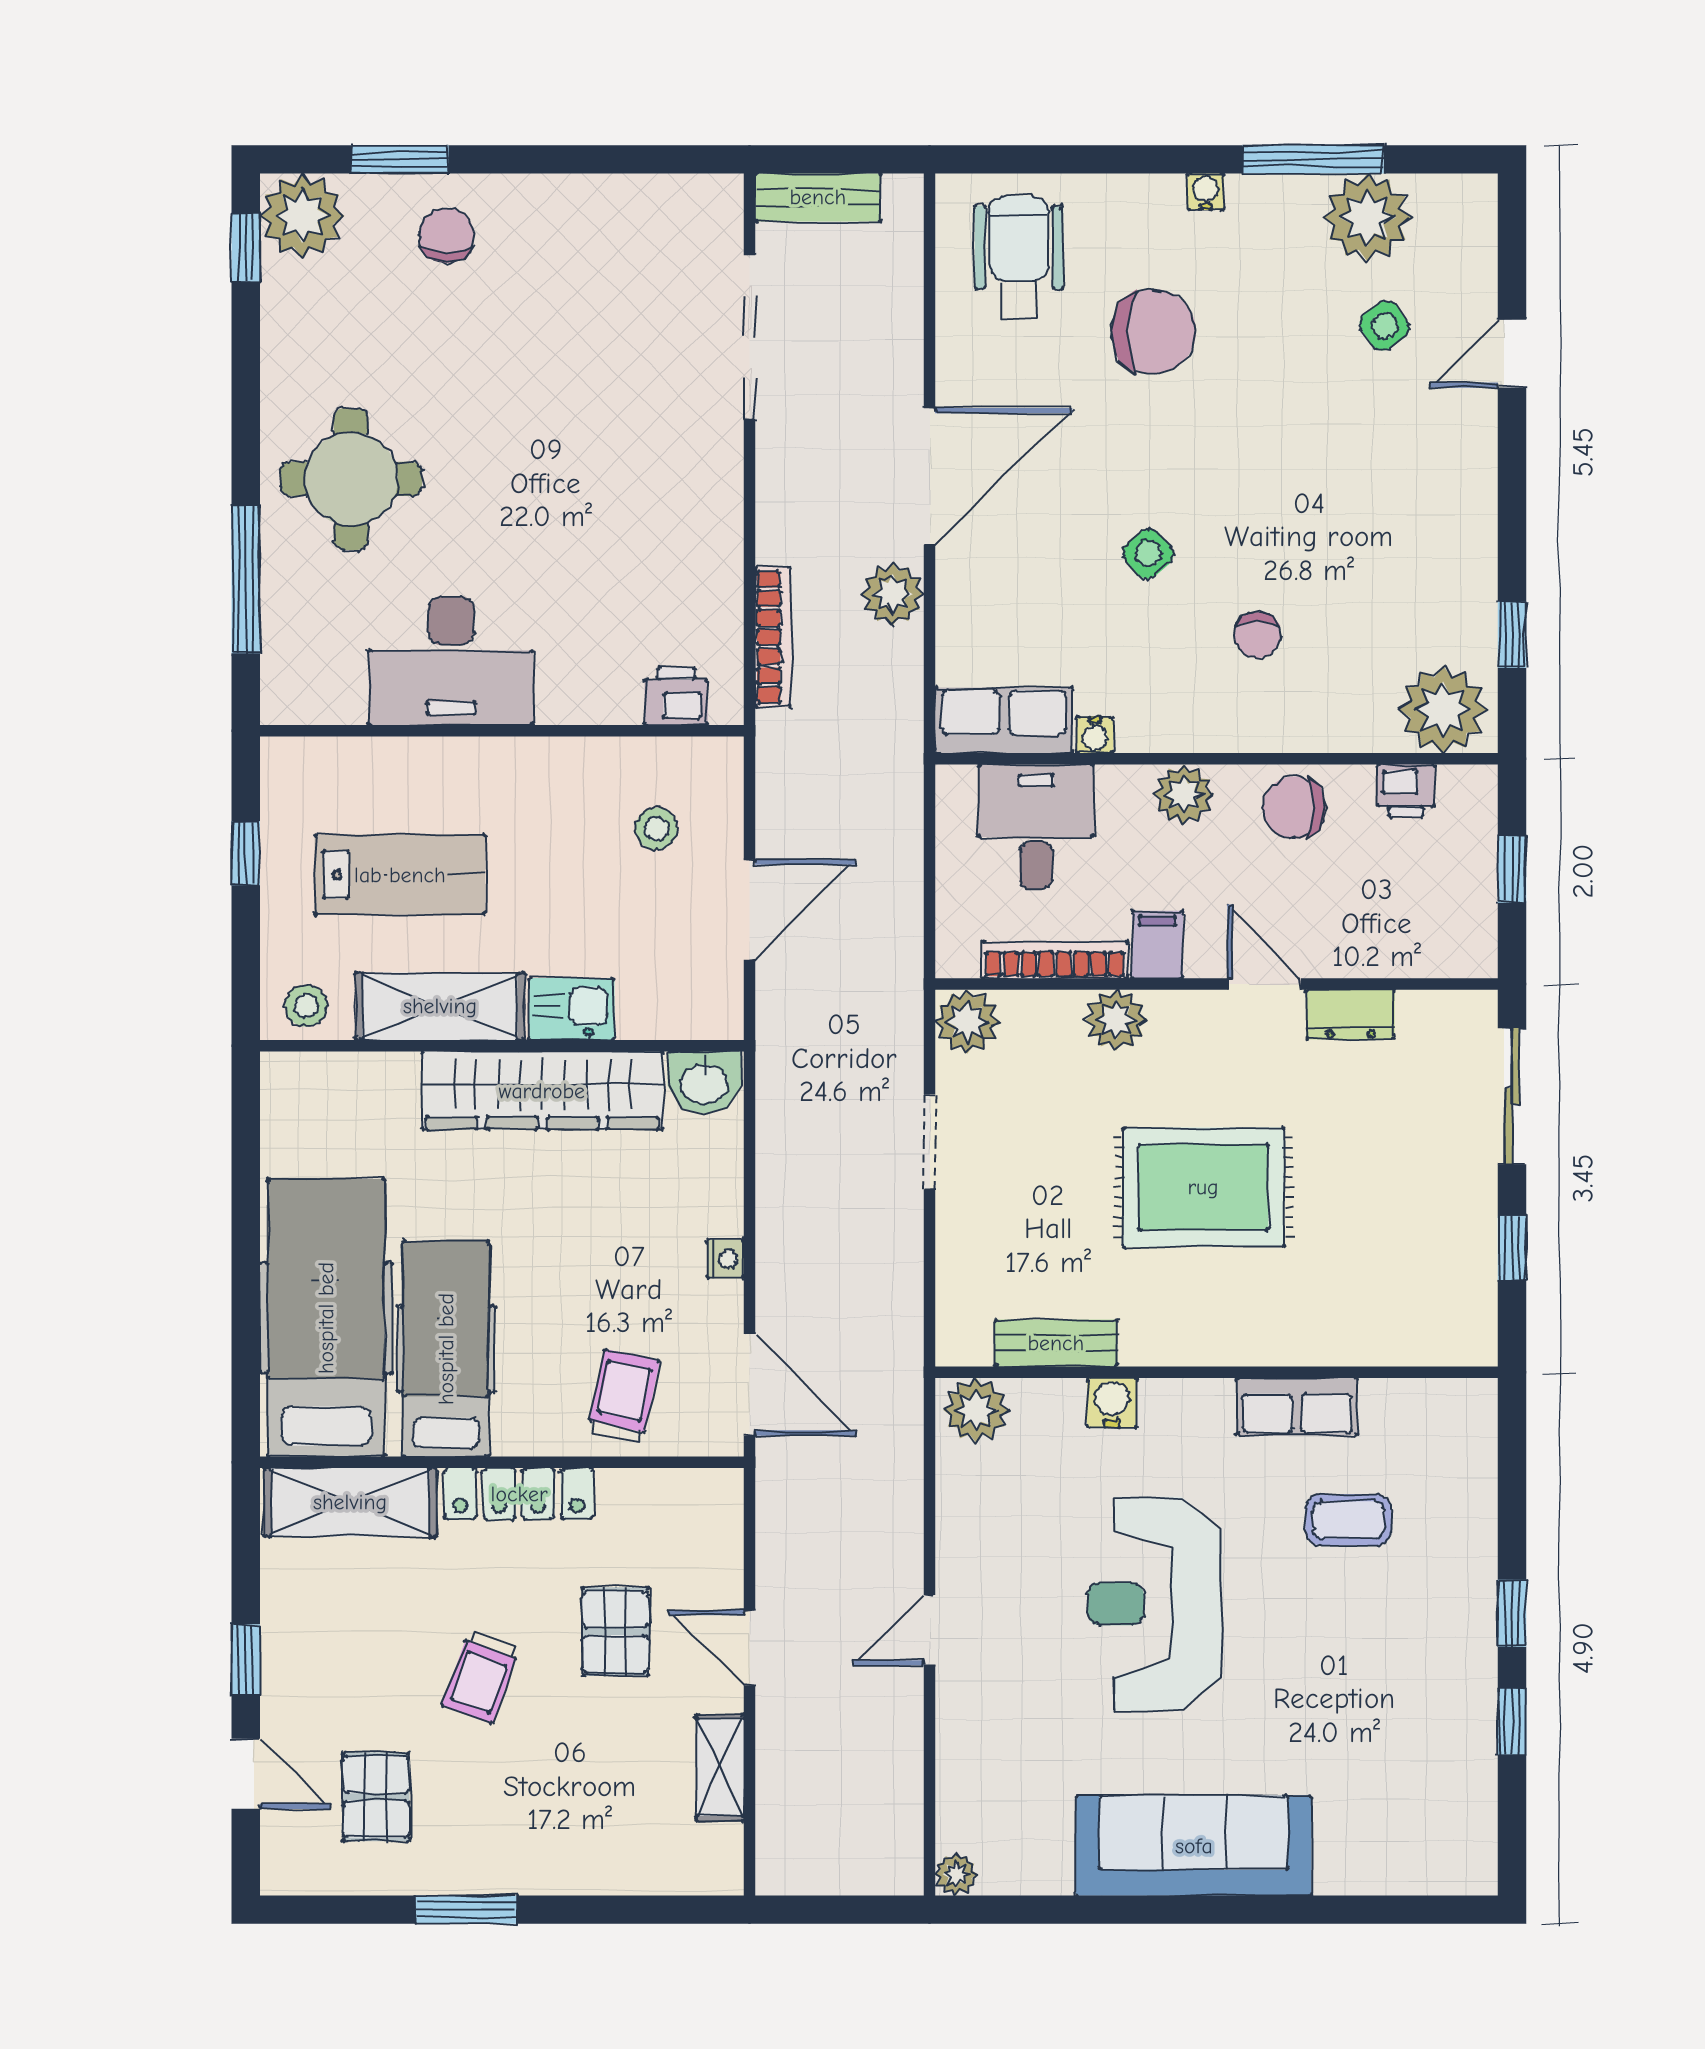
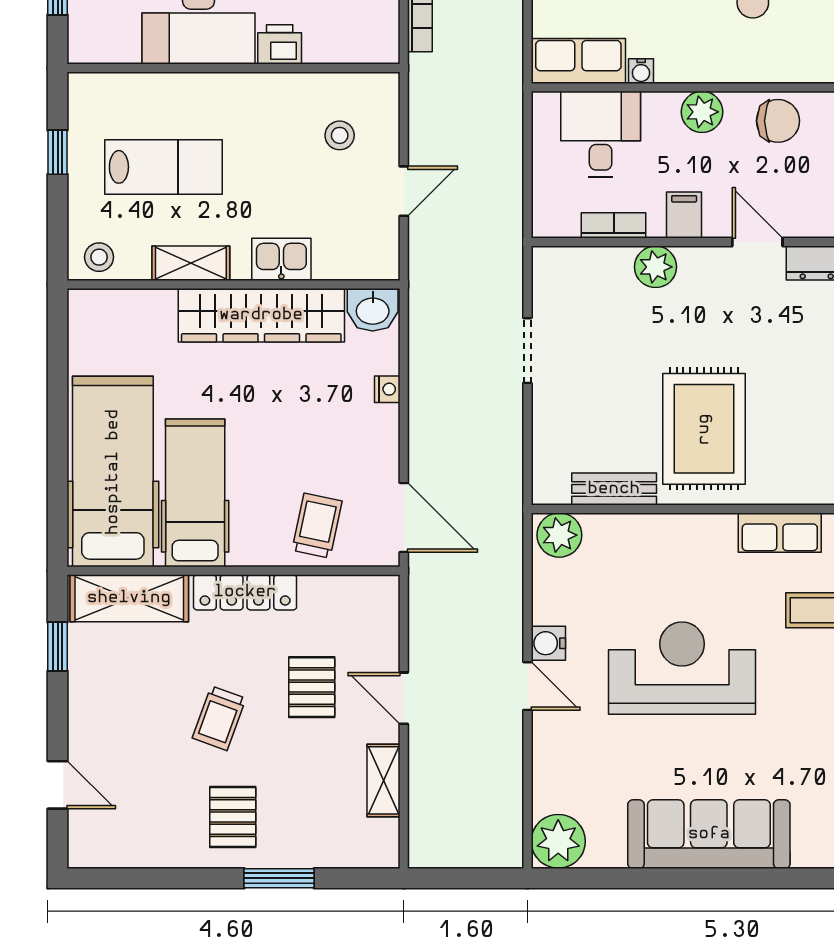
printer: (676, 696) -> (280, 44), moved
chair: (1294, 808) -> (778, 121), turned 180
door: (749, 910) -> (404, 191), width x0.73
bookcase: (1055, 960) -> (614, 225), width x0.64
shelving: (440, 1006) -> (191, 263), width x0.67, depth x0.75
plant: (967, 1022) -> (553, 268), removed
rug: (1203, 1187) -> (704, 429), moved, turned 90
nightstand: (725, 1259) -> (387, 389), moved
water cooler: (1112, 1403) -> (548, 643), moved, turned -90
reception desk: (1155, 1604) -> (682, 668), turned 90
door: (930, 1630) -> (527, 686), swing flipped
window: (246, 1660) -> (58, 647), moved
pallet: (376, 1797) -> (233, 817), moved
plant: (956, 1874) -> (558, 841), width x1.88, depth x1.88
window: (466, 1910) -> (279, 878), moved

